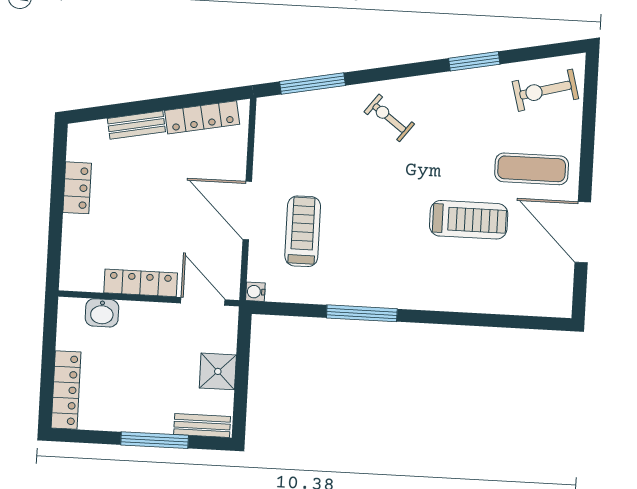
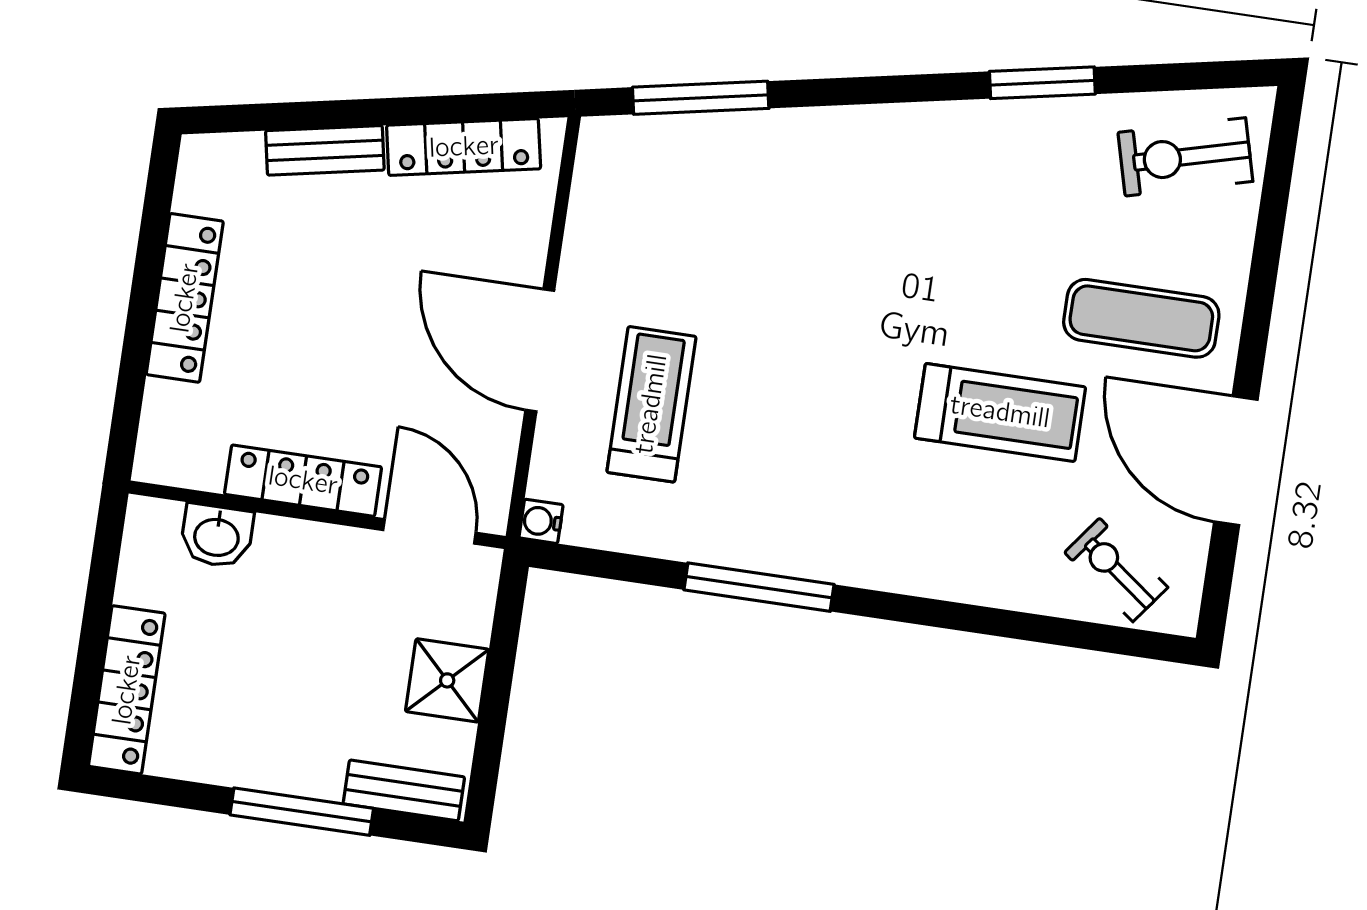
exercise bike: (389, 118) -> (1116, 570), moved
locker: (77, 188) -> (185, 298), width x1.53

